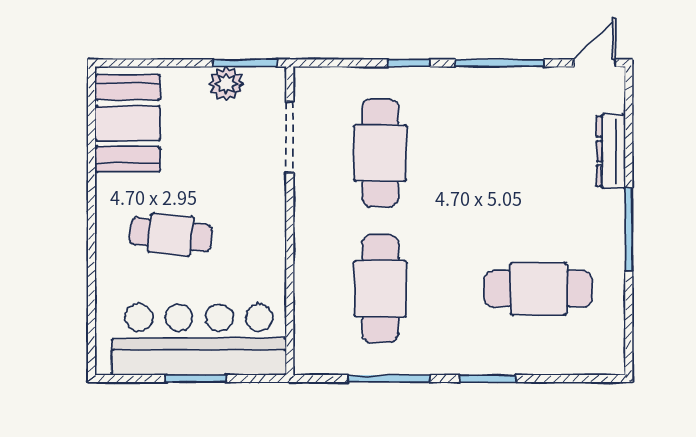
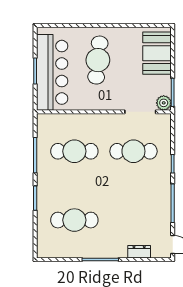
plant: (226, 84) -> (164, 103), moved
booth: (128, 123) -> (157, 53), moved, turned 90
dresser: (611, 151) -> (139, 252), width x0.70
cafe table: (171, 235) -> (98, 60), width x1.37, depth x1.35
cafe table: (538, 289) -> (74, 220), turned 90

